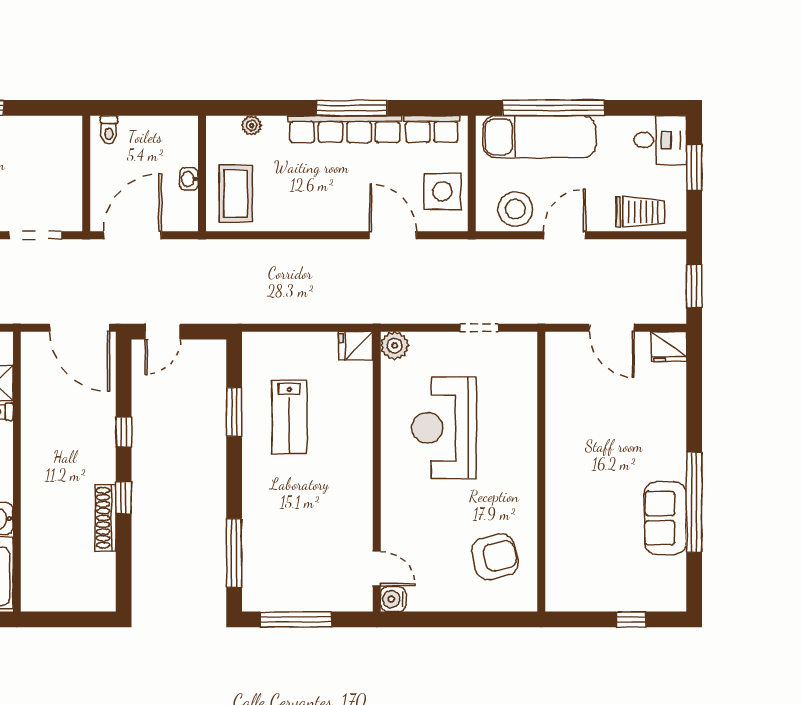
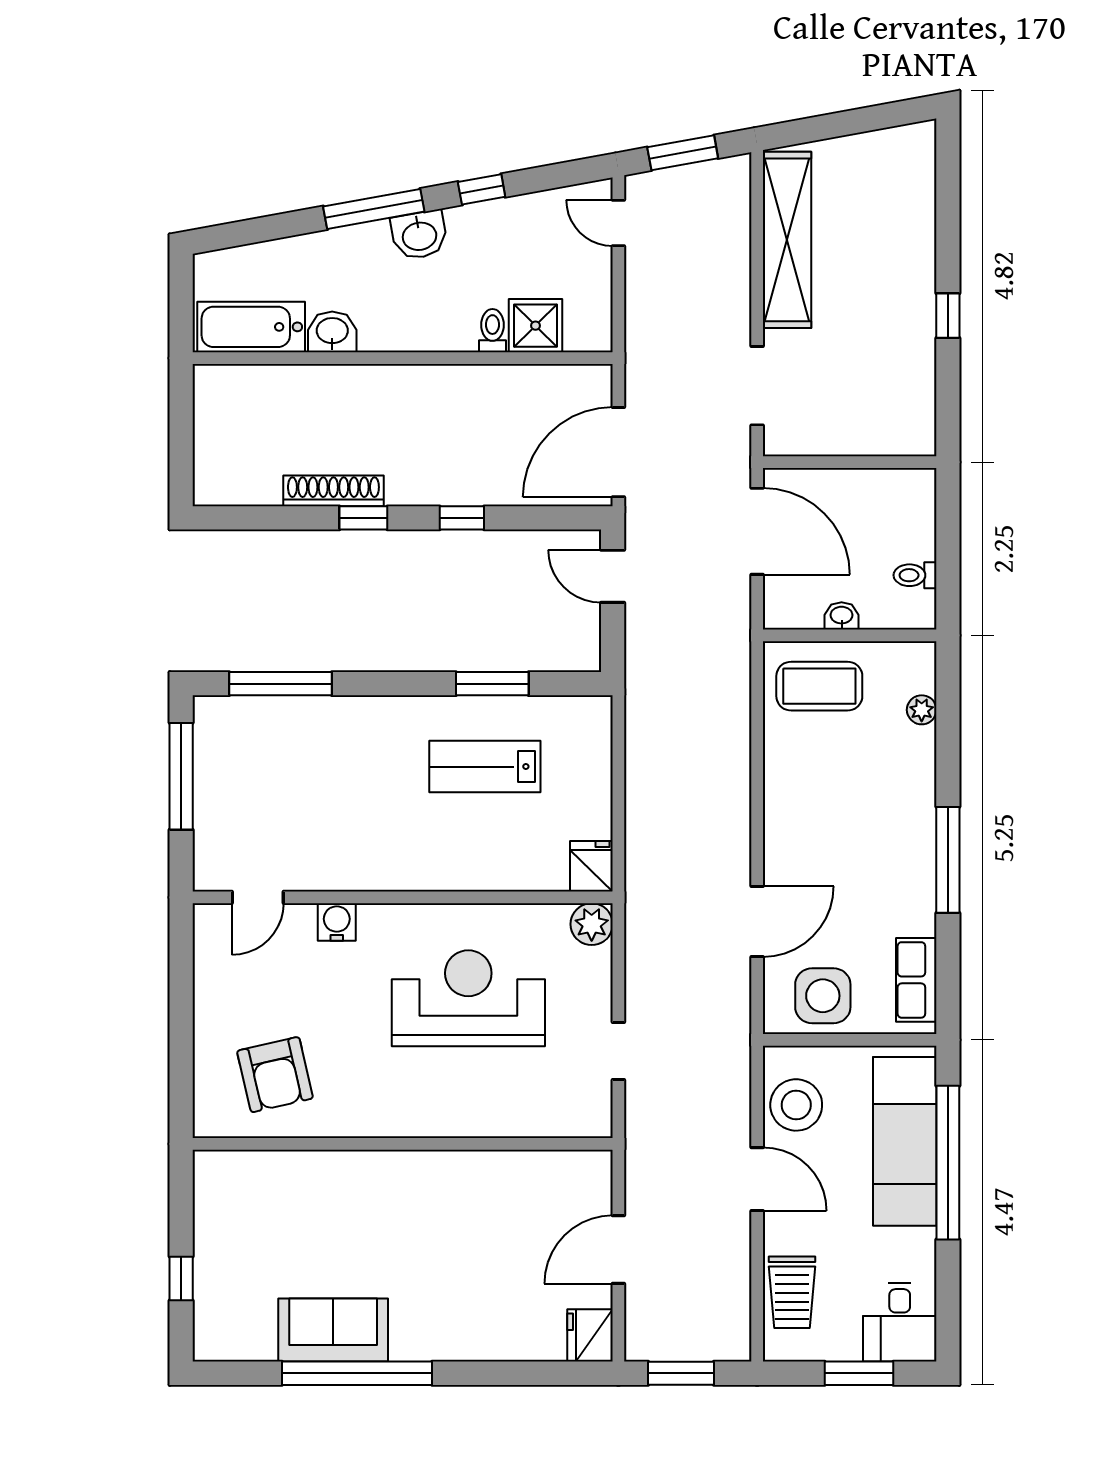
row of seats: (345, 129) -> (916, 849), removed
toilet: (109, 130) -> (915, 575), moved
water cooler: (393, 599) -> (337, 922), moved

